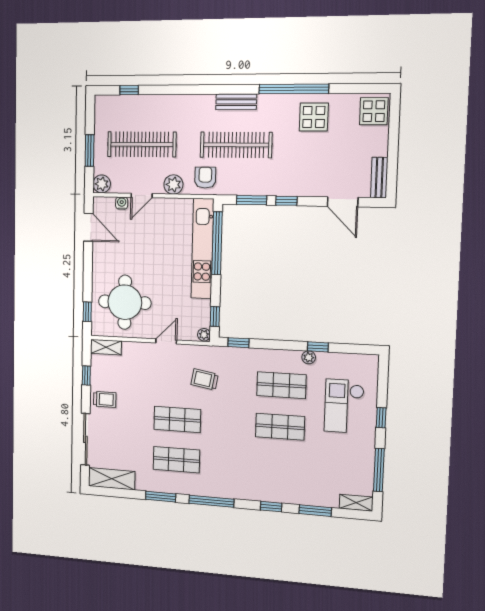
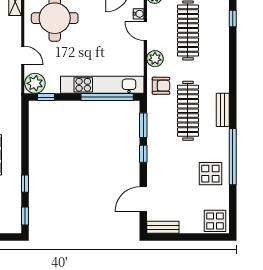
plant: (204, 335) -> (35, 83), width x1.87, depth x1.87
window: (238, 343) -> (25, 216), moved
plant: (309, 357) -> (16, 177), removed

